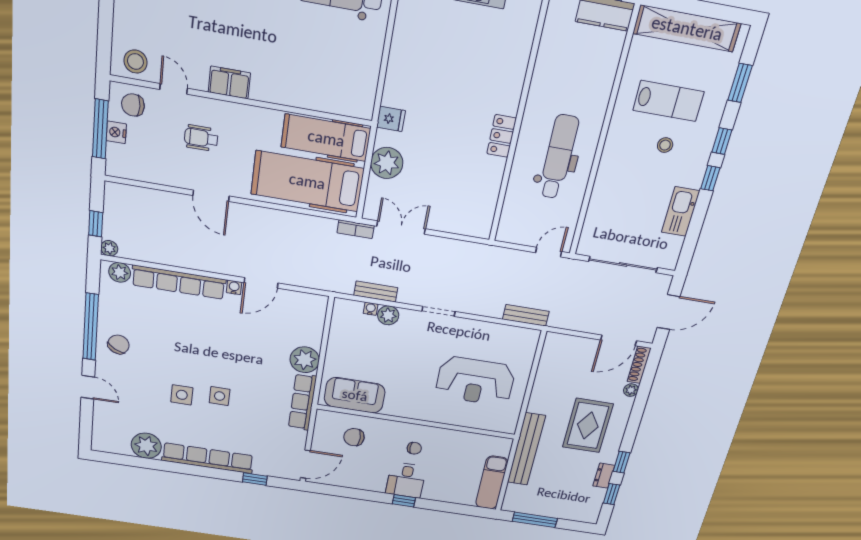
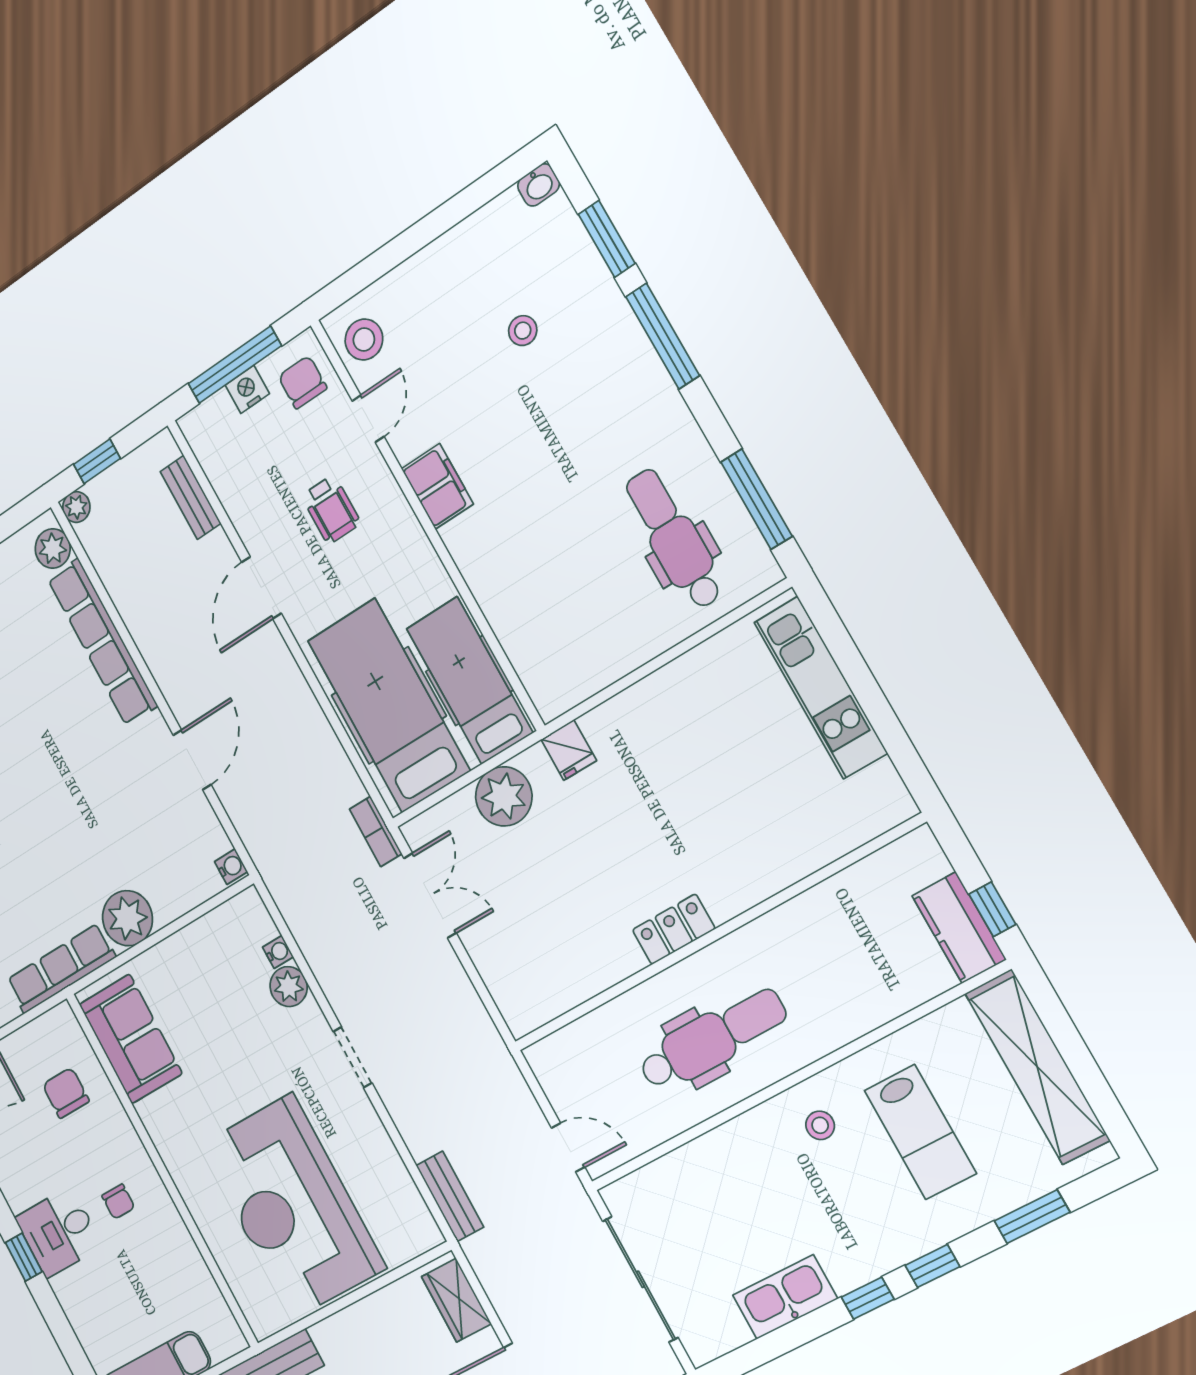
wheelchair: (201, 138) -> (331, 510), turned 180
stool: (665, 145) -> (820, 1125), moved
door: (261, 283) -> (192, 760), swing flipped
water cooler: (234, 287) -> (231, 867), moved
bench: (376, 292) -> (191, 497), moved
wardrobe: (567, 344) -> (456, 1300), added
reception desk: (475, 381) -> (292, 1206), width x1.36, depth x1.30

